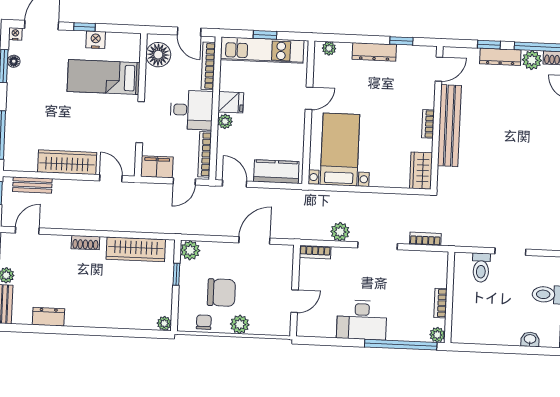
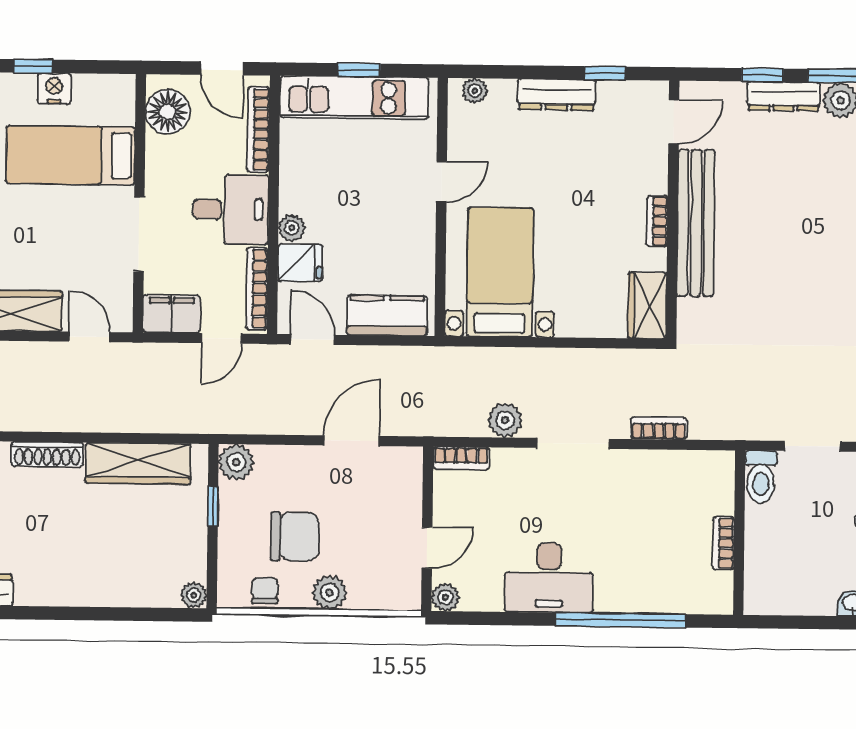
fridge: (231, 102) -> (300, 263), moved
shoe rack: (85, 243) -> (47, 454), width x1.43
wall: (449, 297) -> (739, 533), moved
bookcase: (441, 303) -> (723, 543), moved
plant: (437, 335) -> (445, 597), moved

